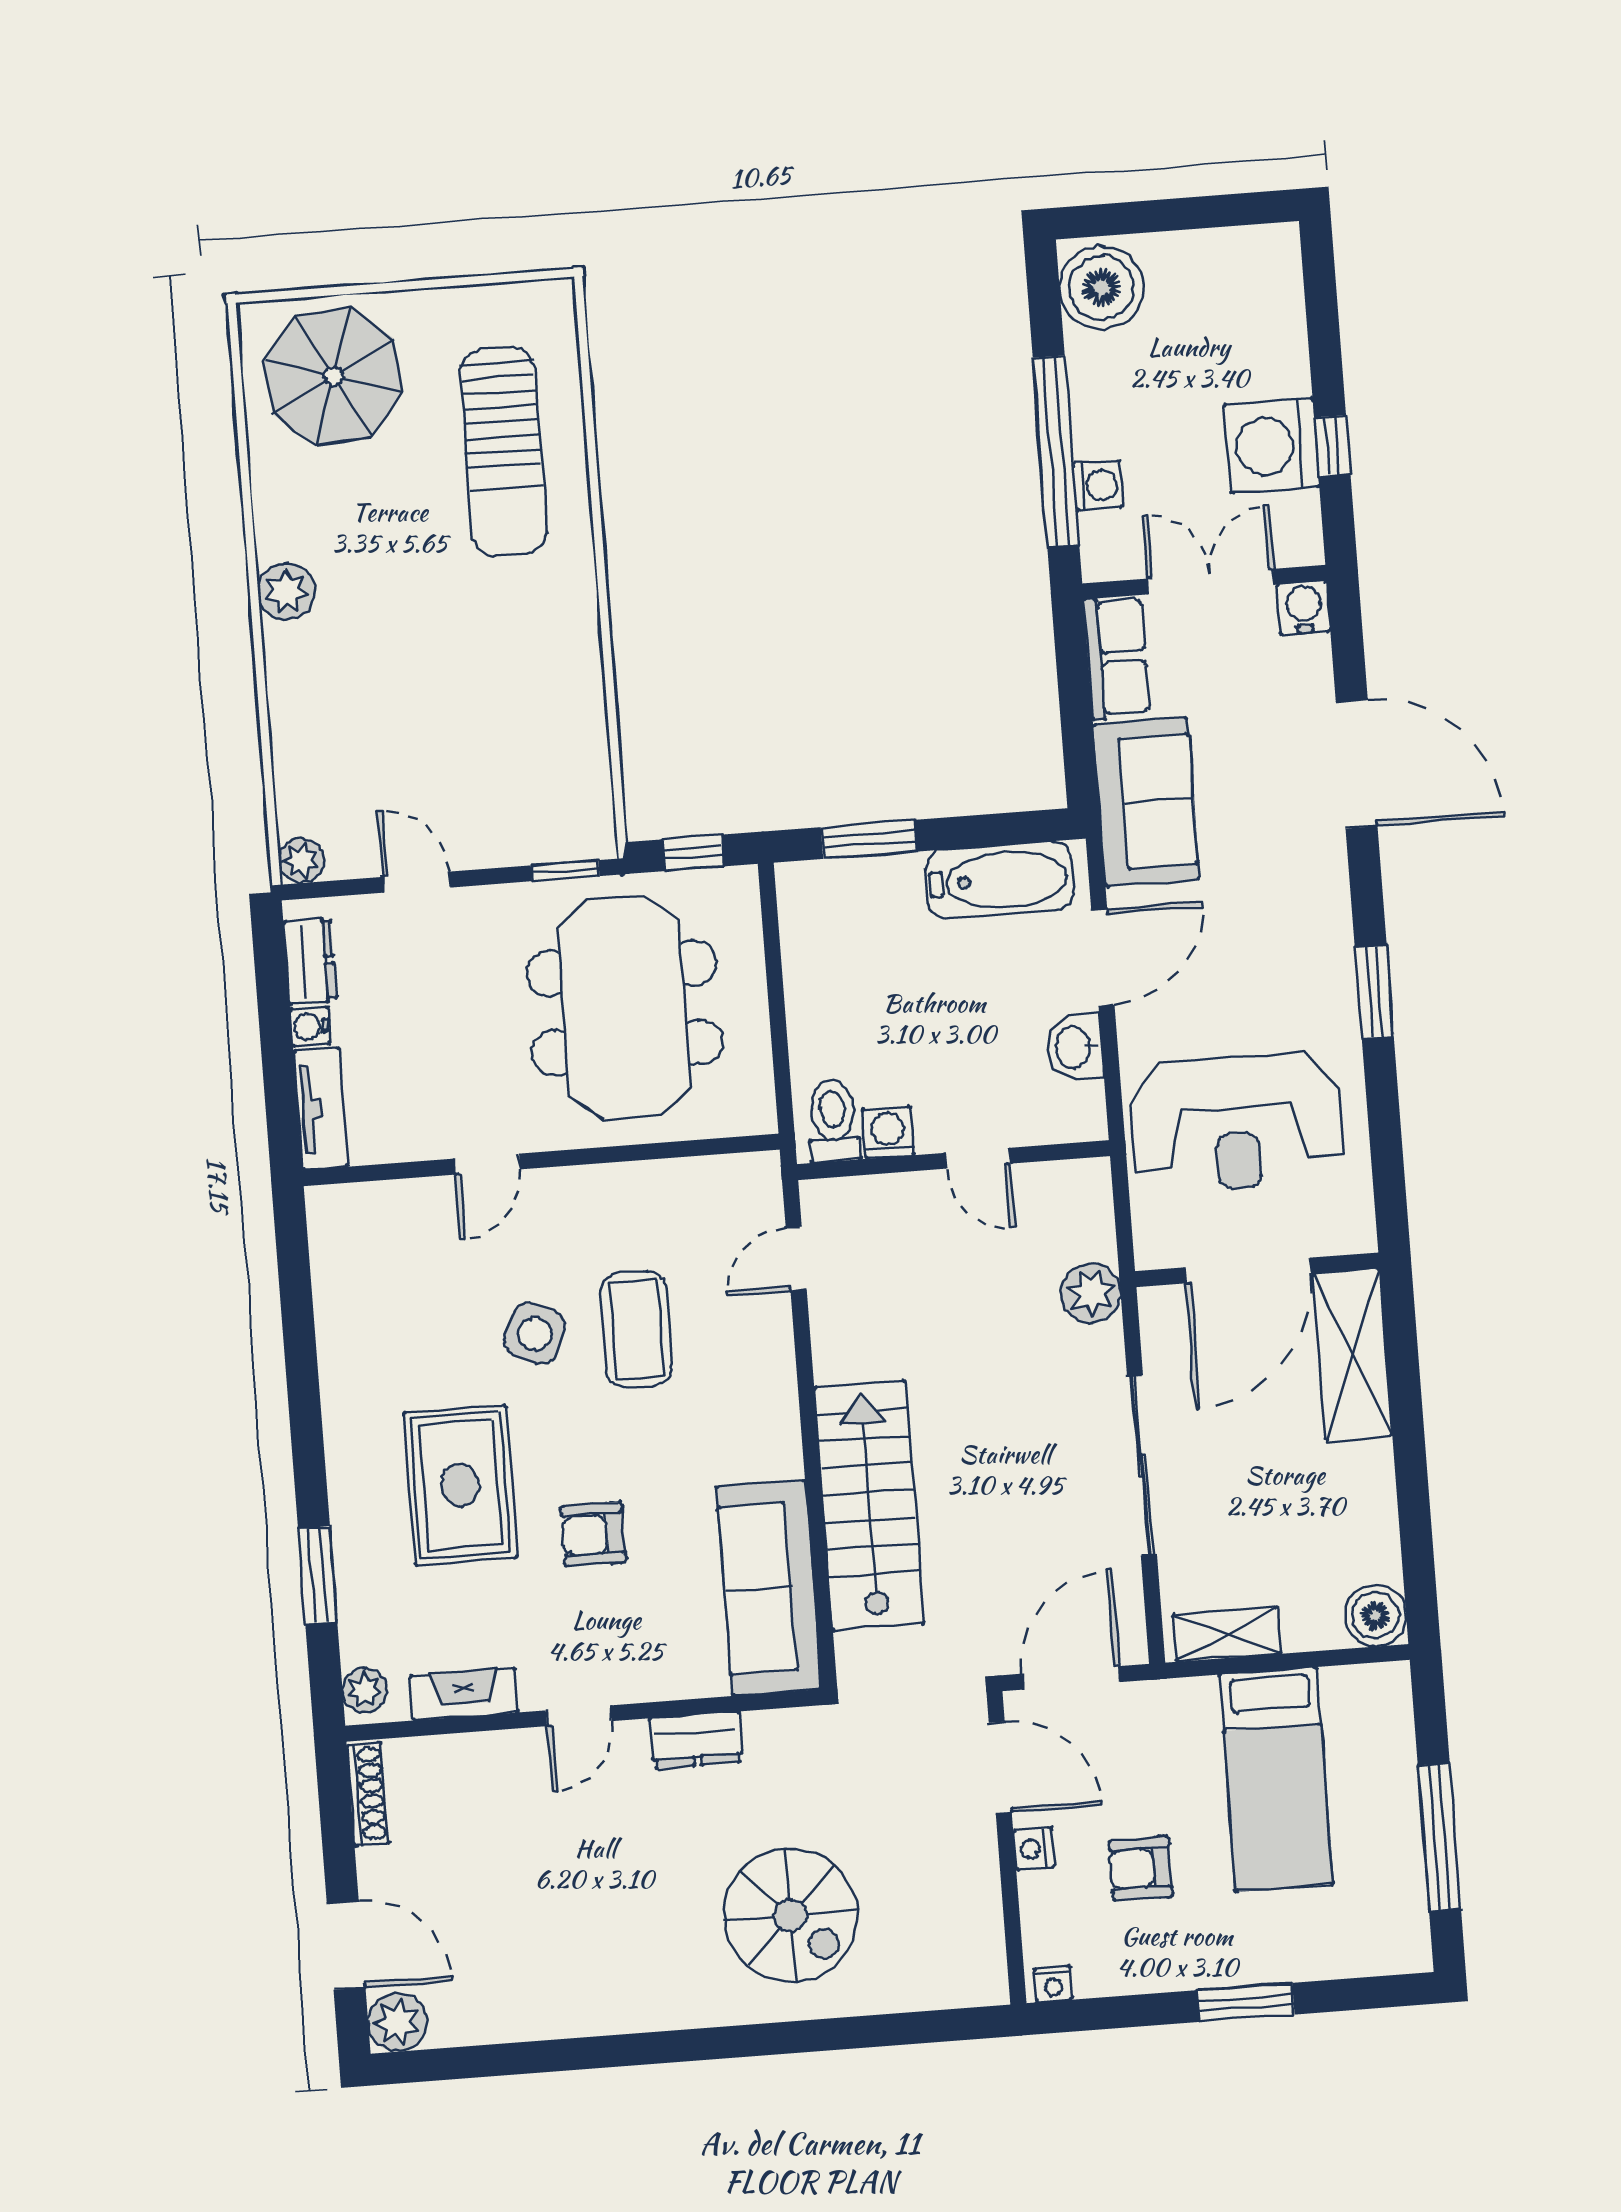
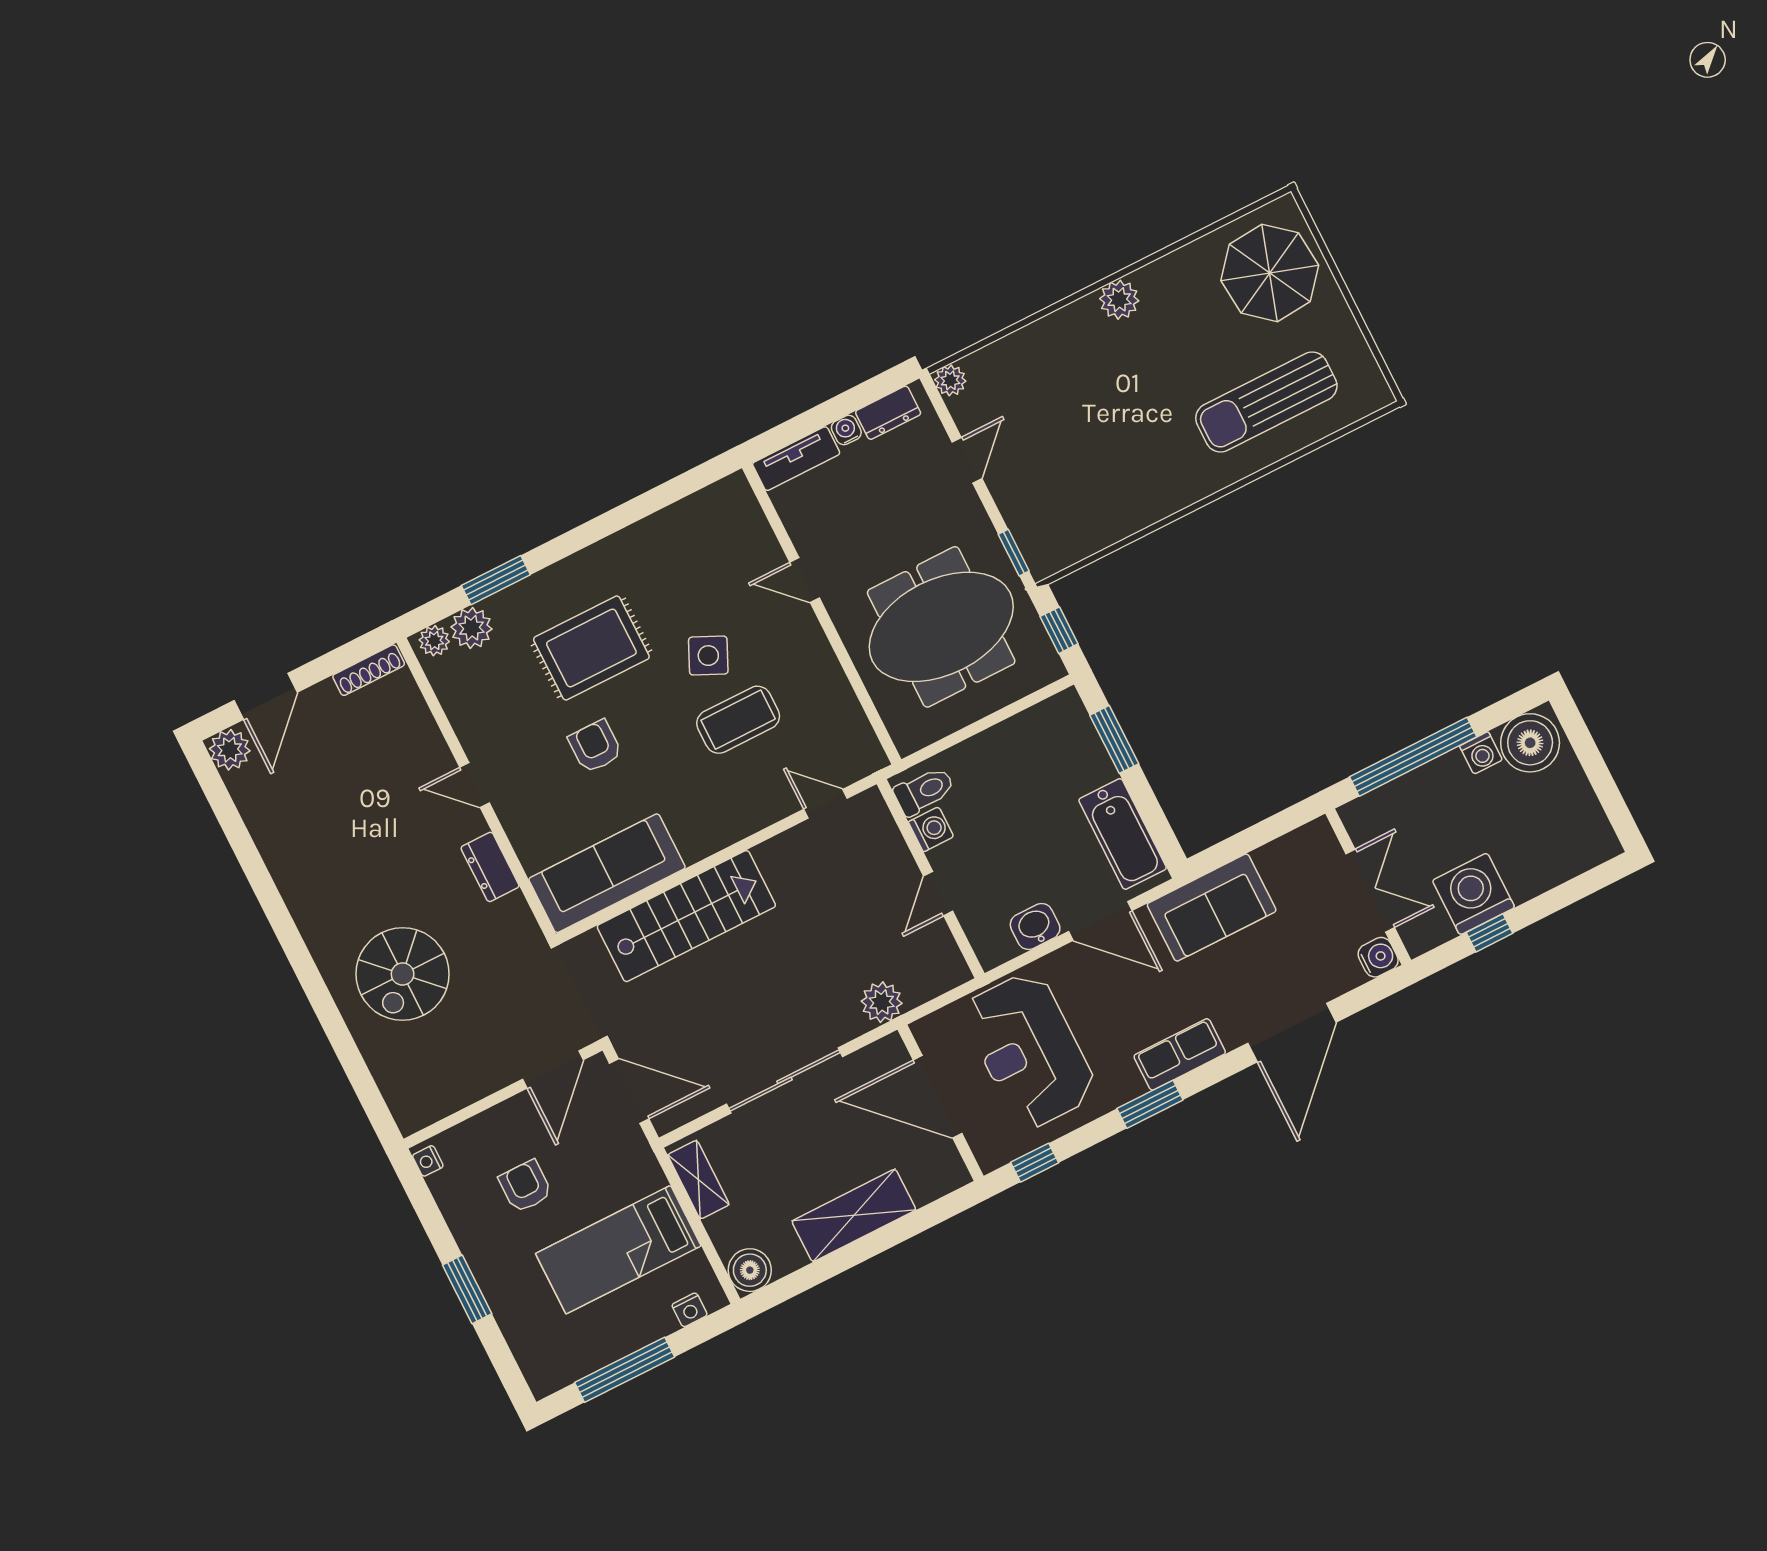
washing machine: (1098, 485) -> (1481, 753), moved
row of seats: (1117, 658) -> (1180, 1054), moved, turned 180
window: (1389, 1177) -> (1035, 1163), added
shelving: (1353, 1354) -> (854, 1215), moved
plant: (368, 1634) -> (471, 628), added
fireplace: (464, 1694) -> (458, 706), removed
nightstand: (1033, 1849) -> (690, 1310), moved, turned 180

